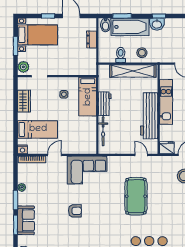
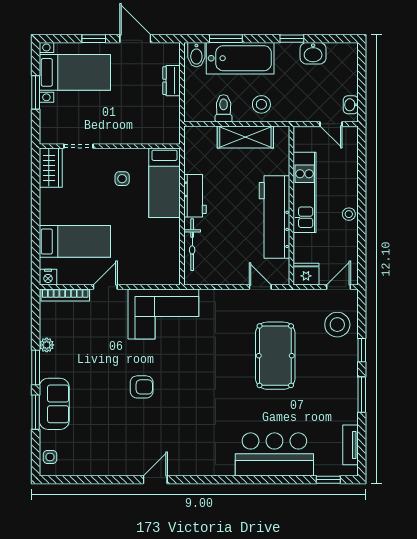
washbasin: (157, 24) -> (313, 53), moved
plant: (23, 67) -> (50, 130), removed
shelving: (133, 71) -> (245, 137), width x0.68
wardrobe: (24, 101) -> (51, 168), moved
pool table: (136, 196) -> (275, 356), moved

